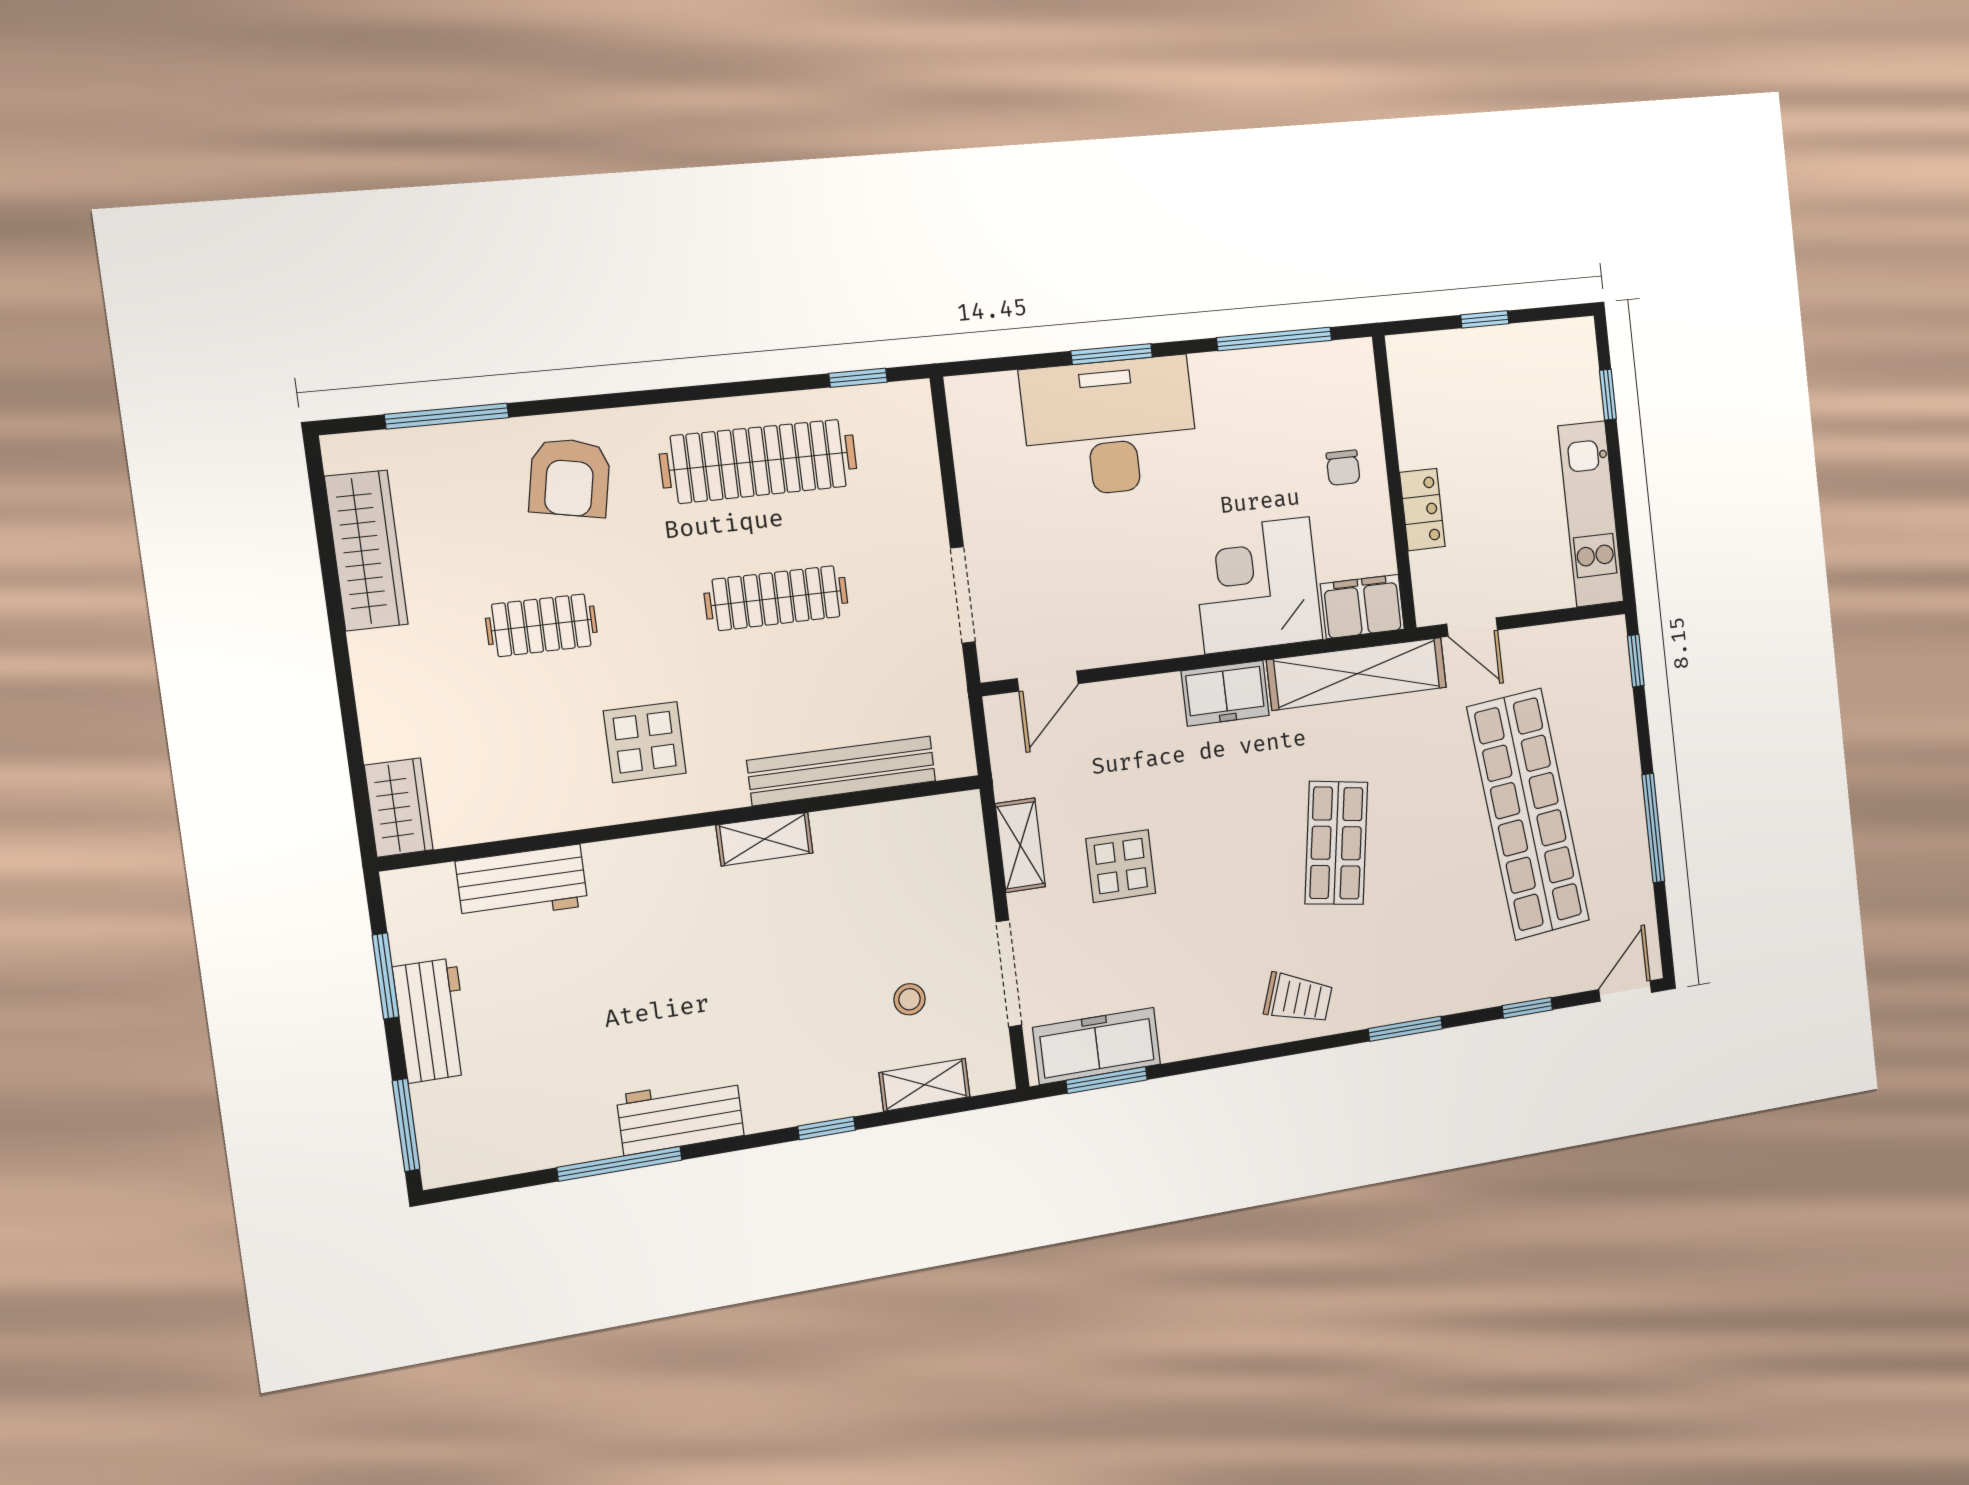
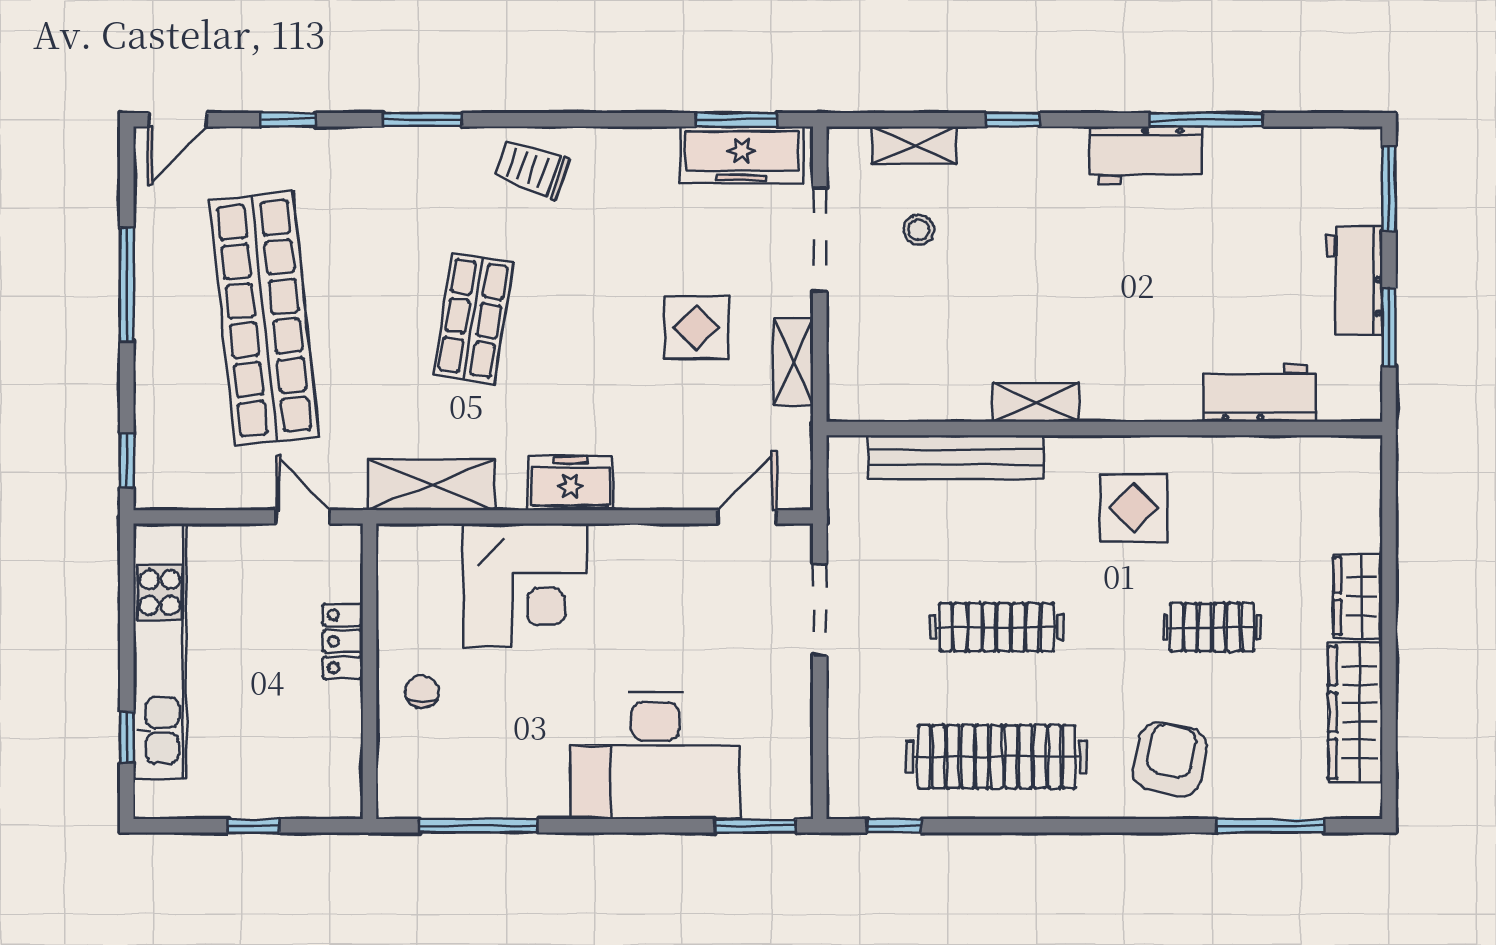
window: (1112, 354) -> (755, 826), moved
kitchen unit: (1591, 514) -> (160, 651), width x1.36
filing cabinet: (1362, 607) -> (418, 551), removed
shelving: (1357, 674) -> (431, 485), width x0.68
wardrobe: (399, 808) -> (1358, 596), moved

